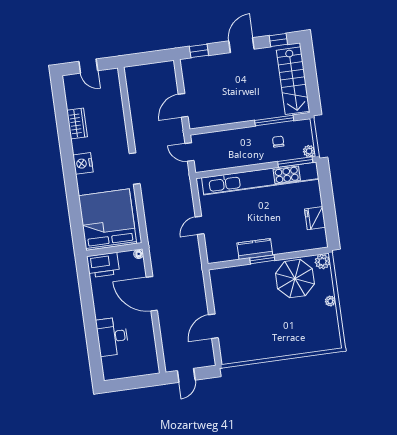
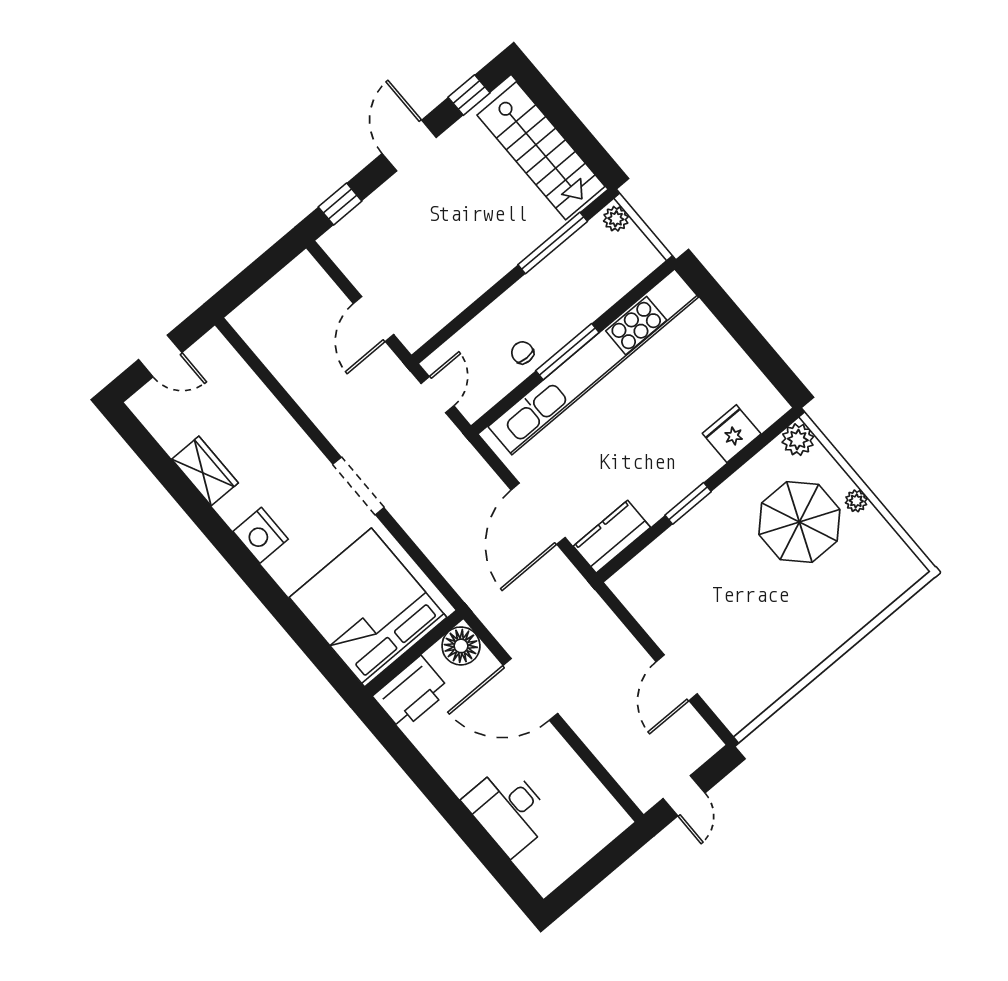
chair: (278, 142) -> (523, 353), moved
plant: (309, 151) -> (616, 219), moved
door: (190, 152) -> (437, 395), swing flipped
window: (295, 162) -> (567, 352), moved
fridge: (315, 218) -> (732, 434), moved, turned 90
door: (200, 225) -> (538, 514), width x1.88
kitchen counter: (255, 249) -> (612, 537), moved
floor lamp: (139, 254) -> (461, 646), width x1.89, depth x1.89
parasol: (295, 279) -> (799, 522), moved

